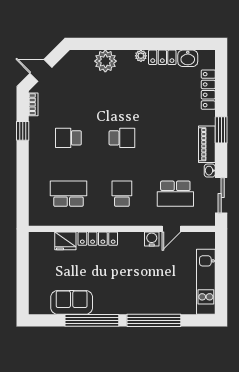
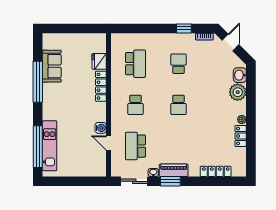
washbasin: (188, 58) -> (240, 75), moved
window: (221, 130) -> (170, 181), moved
school desk: (122, 194) -> (135, 105), turned 90
kitchen unit: (206, 282) -> (50, 146), moved, turned 90
window: (154, 320) -> (38, 147), moved

